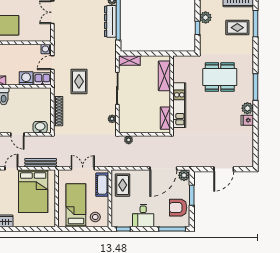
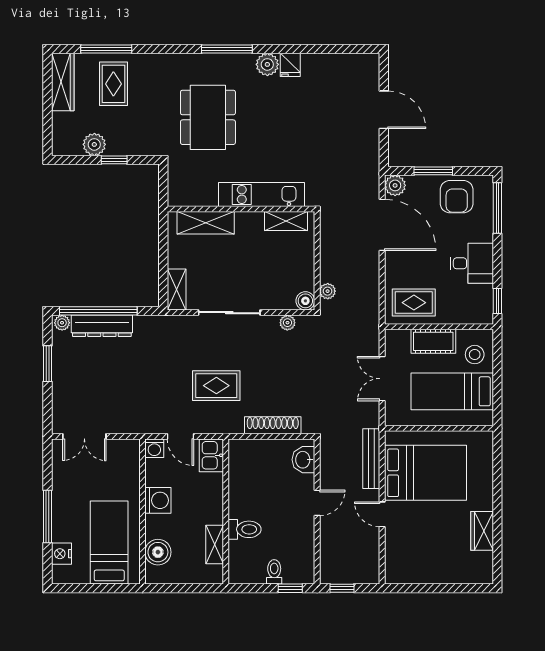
washing machine: (26, 78) -> (158, 500), moved, turned 180
boiler: (123, 128) -> (305, 301), added
cot: (102, 185) -> (433, 341), moved

